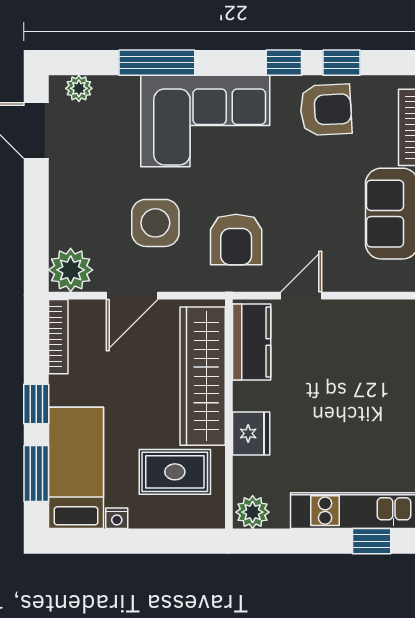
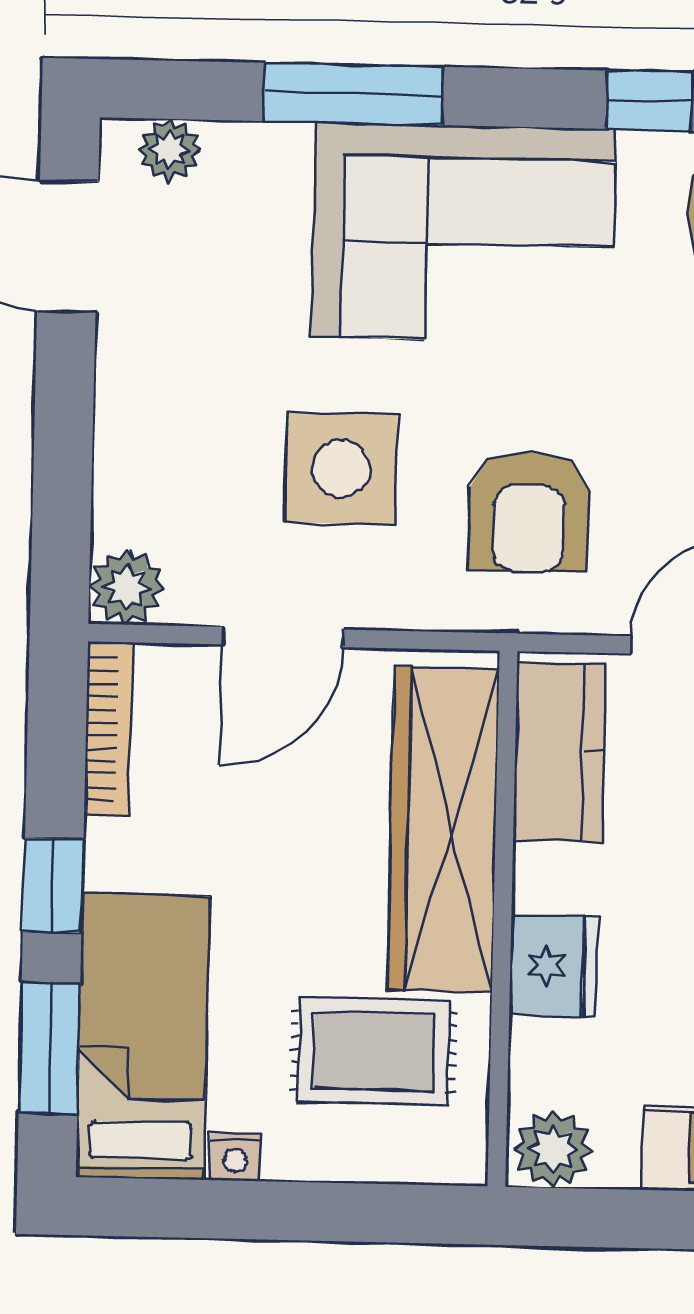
plant: (71, 270) -> (127, 587), width x0.73, depth x0.73

